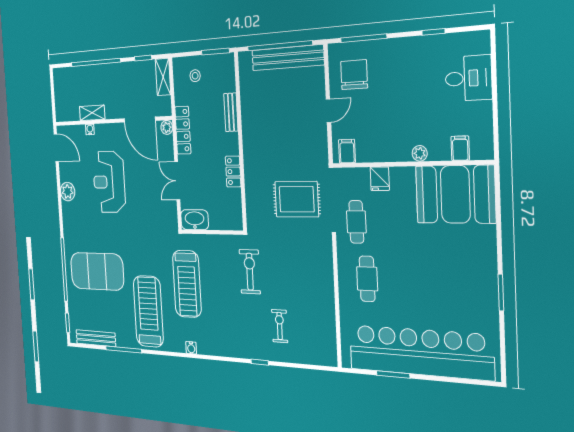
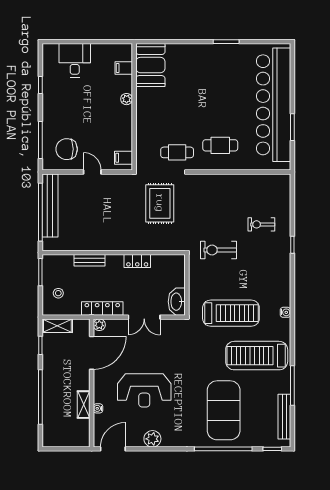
fridge: (380, 179) -> (145, 132), removed
booth: (455, 194) -> (150, 65), width x0.73, depth x0.70

